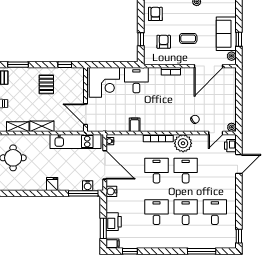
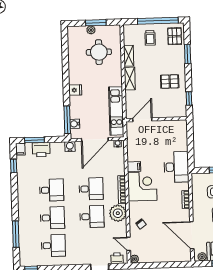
desk: (136, 80) -> (176, 167), width x1.37
corner desk: (104, 82) -> (142, 186), moved, turned 180

